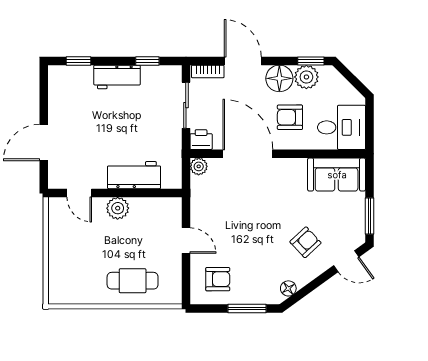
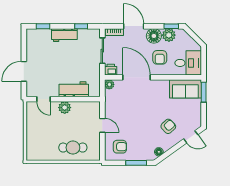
armchair: (290, 117) -> (160, 57), turned -90
window: (370, 216) -> (204, 92), moved

